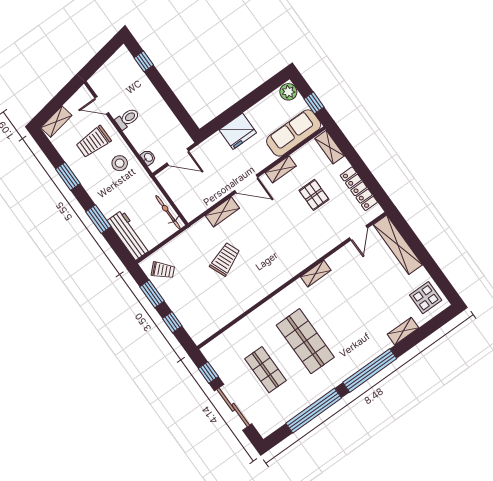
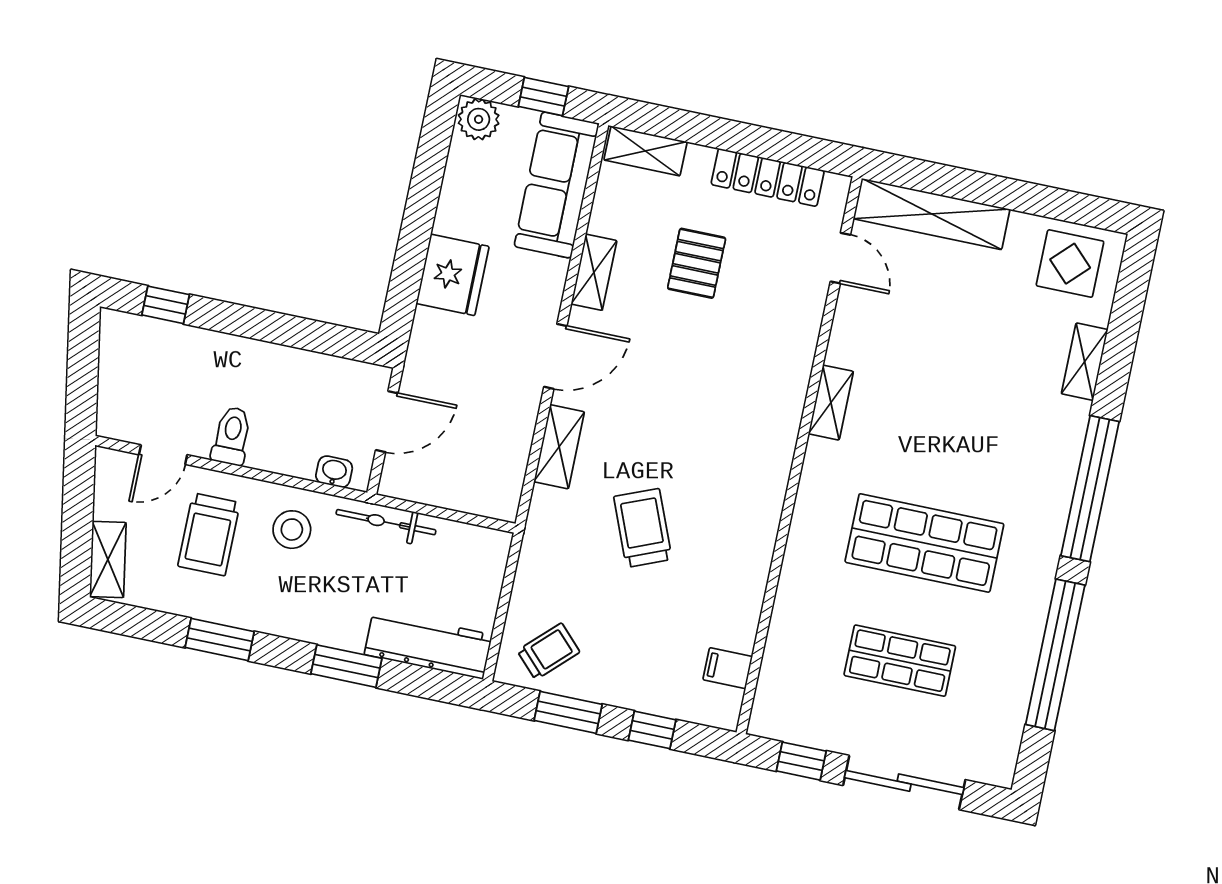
pallet: (314, 195) -> (697, 263), turned 90
bicycle: (168, 212) -> (386, 522), moved
filing cabinet: (212, 325) -> (728, 668), added

